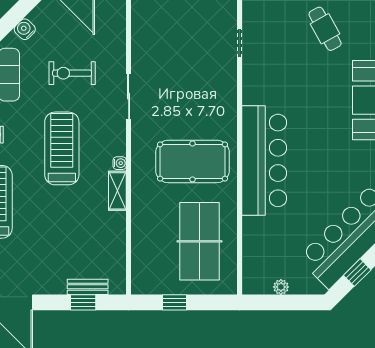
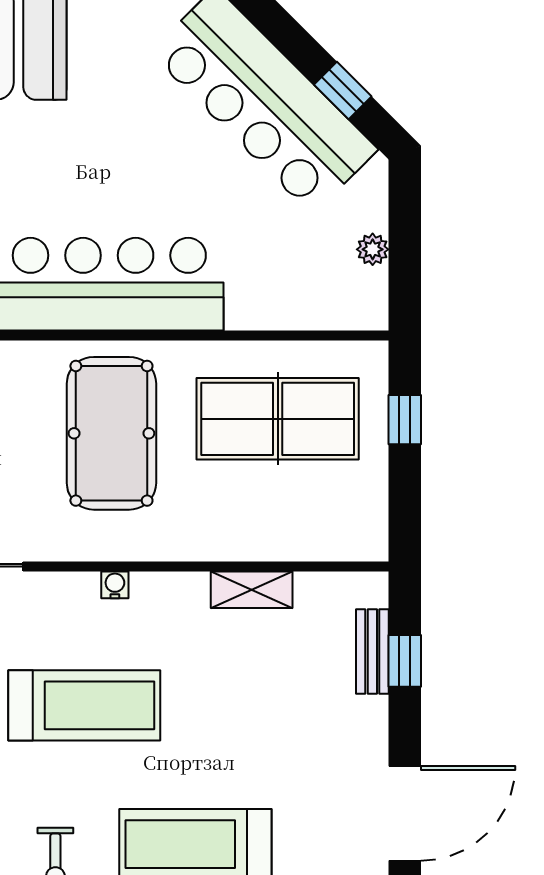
treadmill: (62, 148) -> (84, 705), turned 180
shelving: (117, 191) -> (252, 590), moved
window: (174, 302) -> (405, 420), moved

